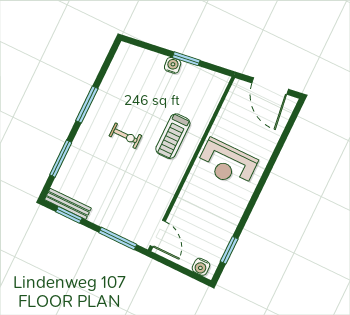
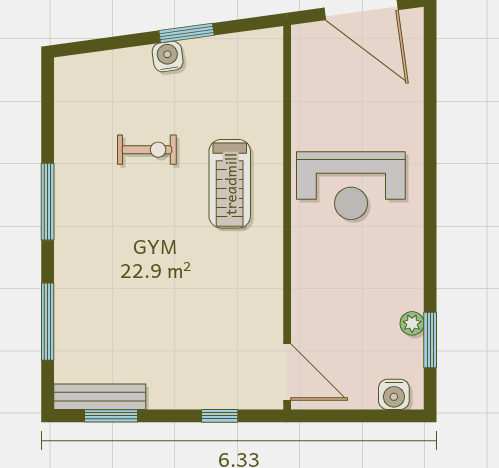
exercise bike: (125, 136) -> (147, 150), moved
window: (118, 239) -> (220, 416), width x0.46
plant: (225, 239) -> (412, 323), added

